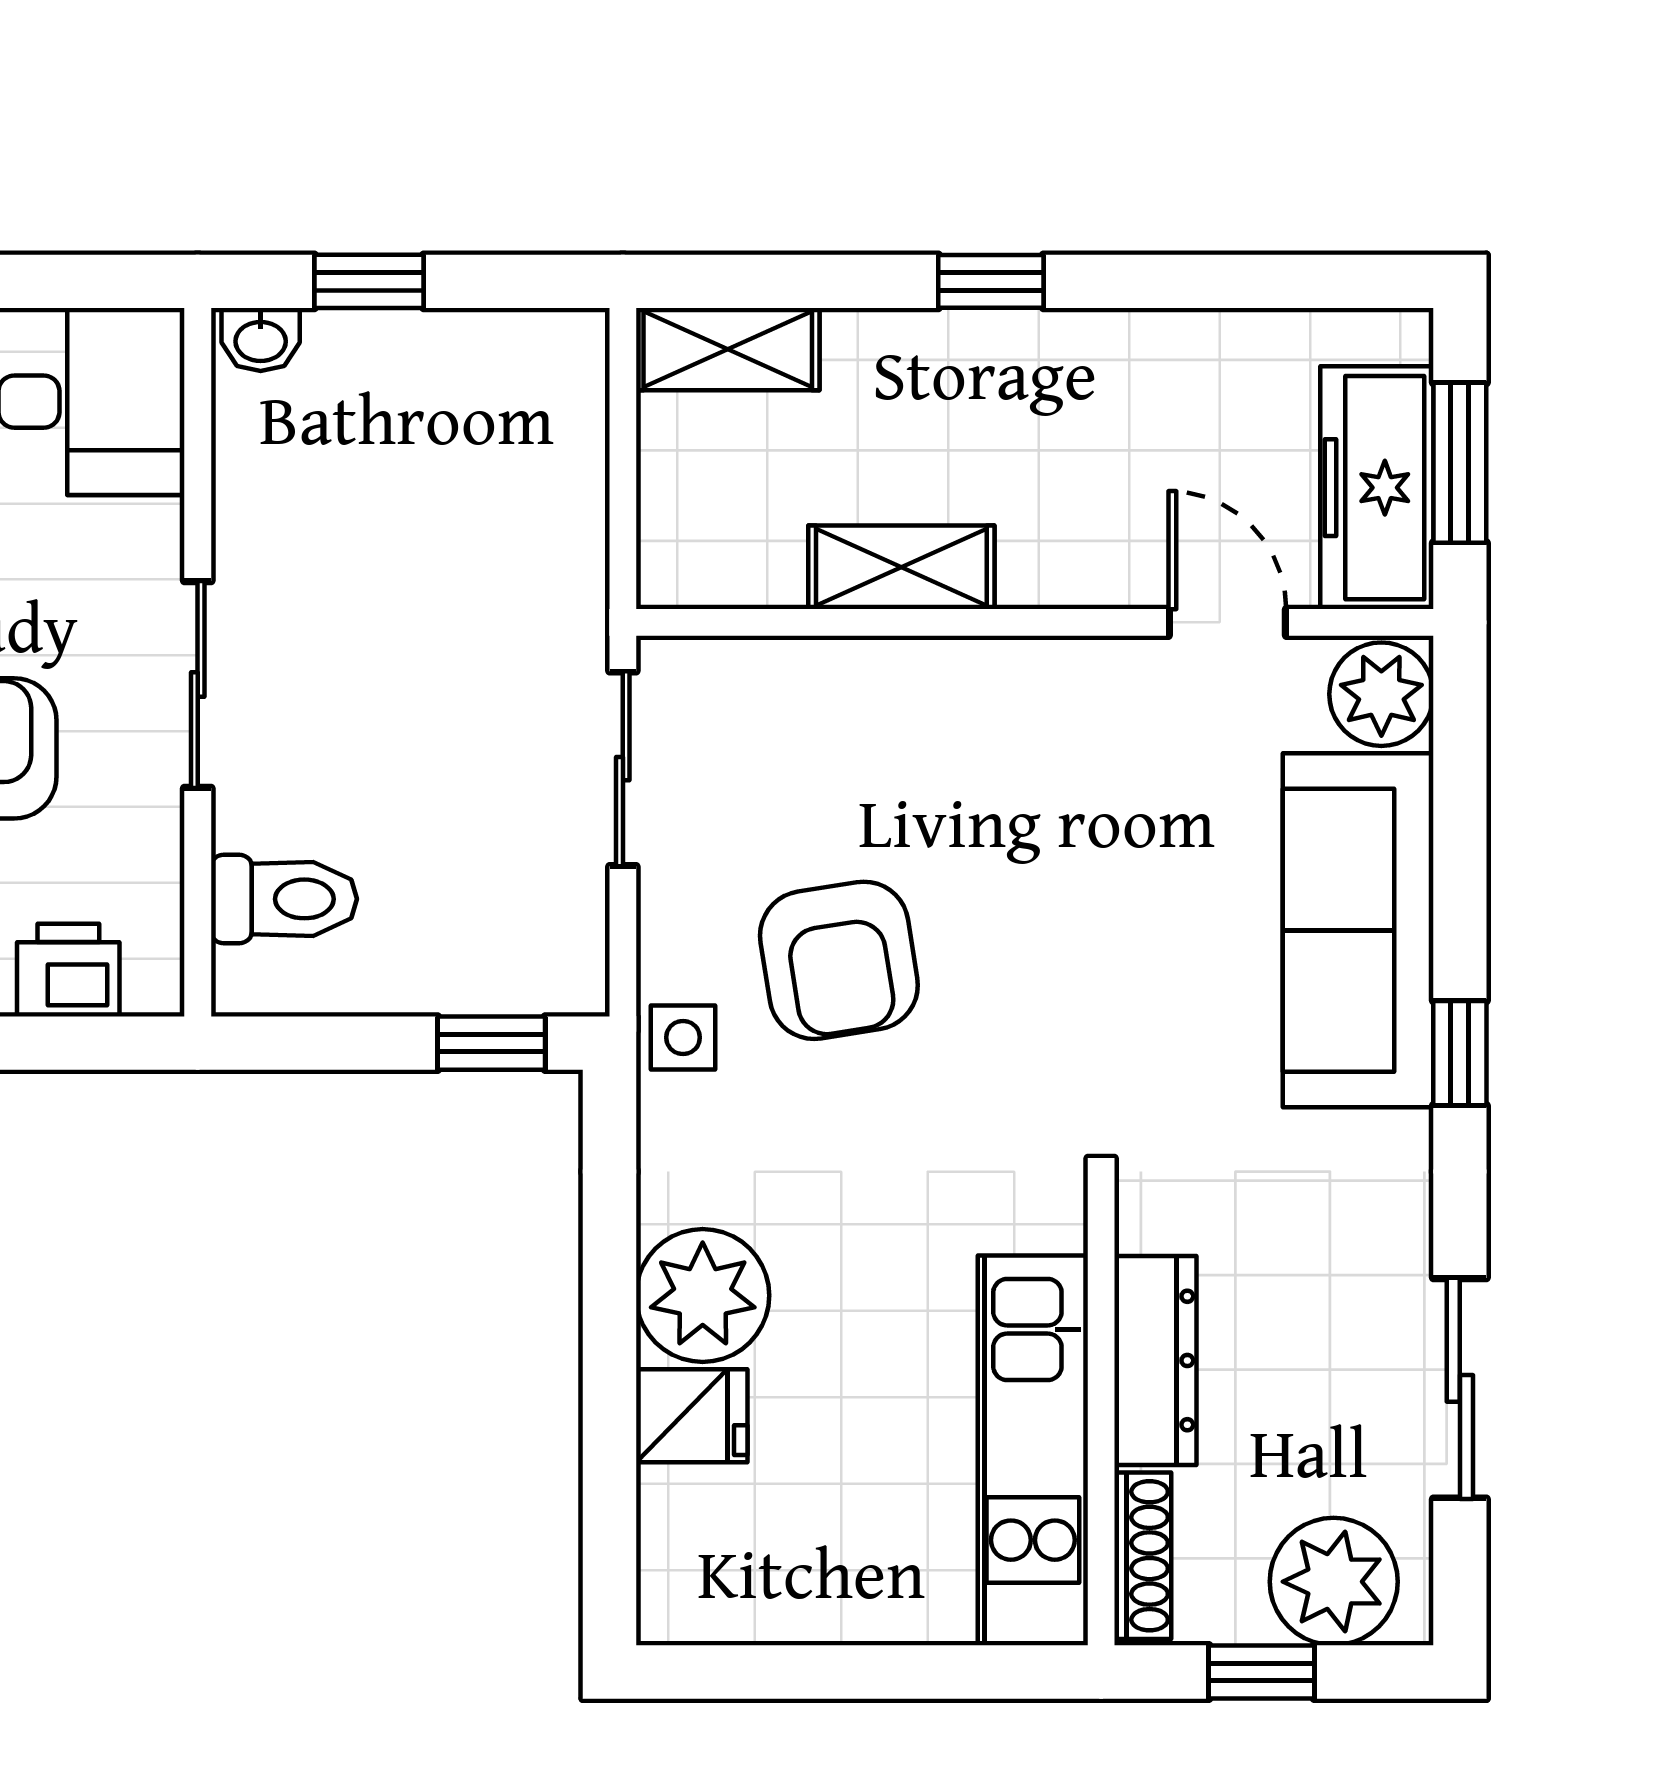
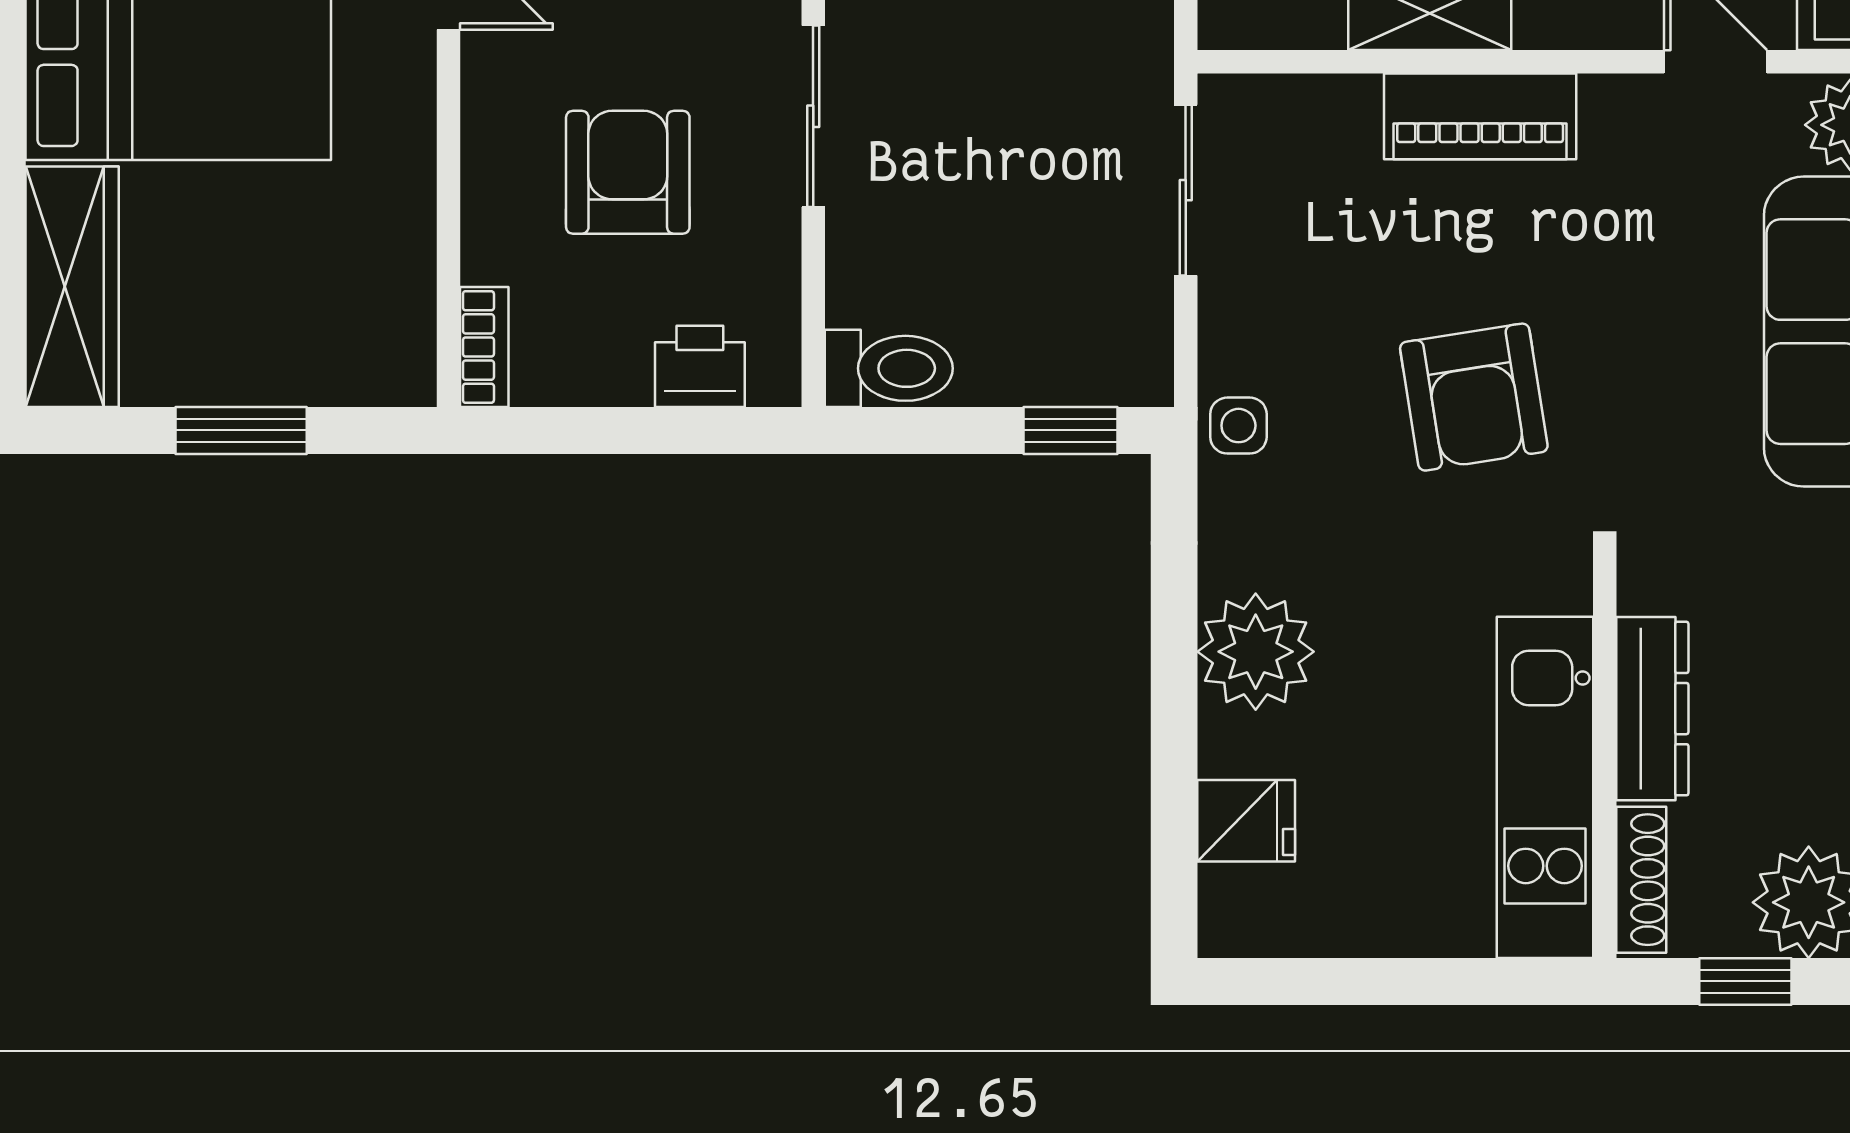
piano: (959, 685) -> (1480, 116), added
toilet: (284, 899) -> (889, 368), moved
armchair: (839, 960) -> (1474, 397), moved
fridge: (692, 1416) -> (1246, 821), moved

